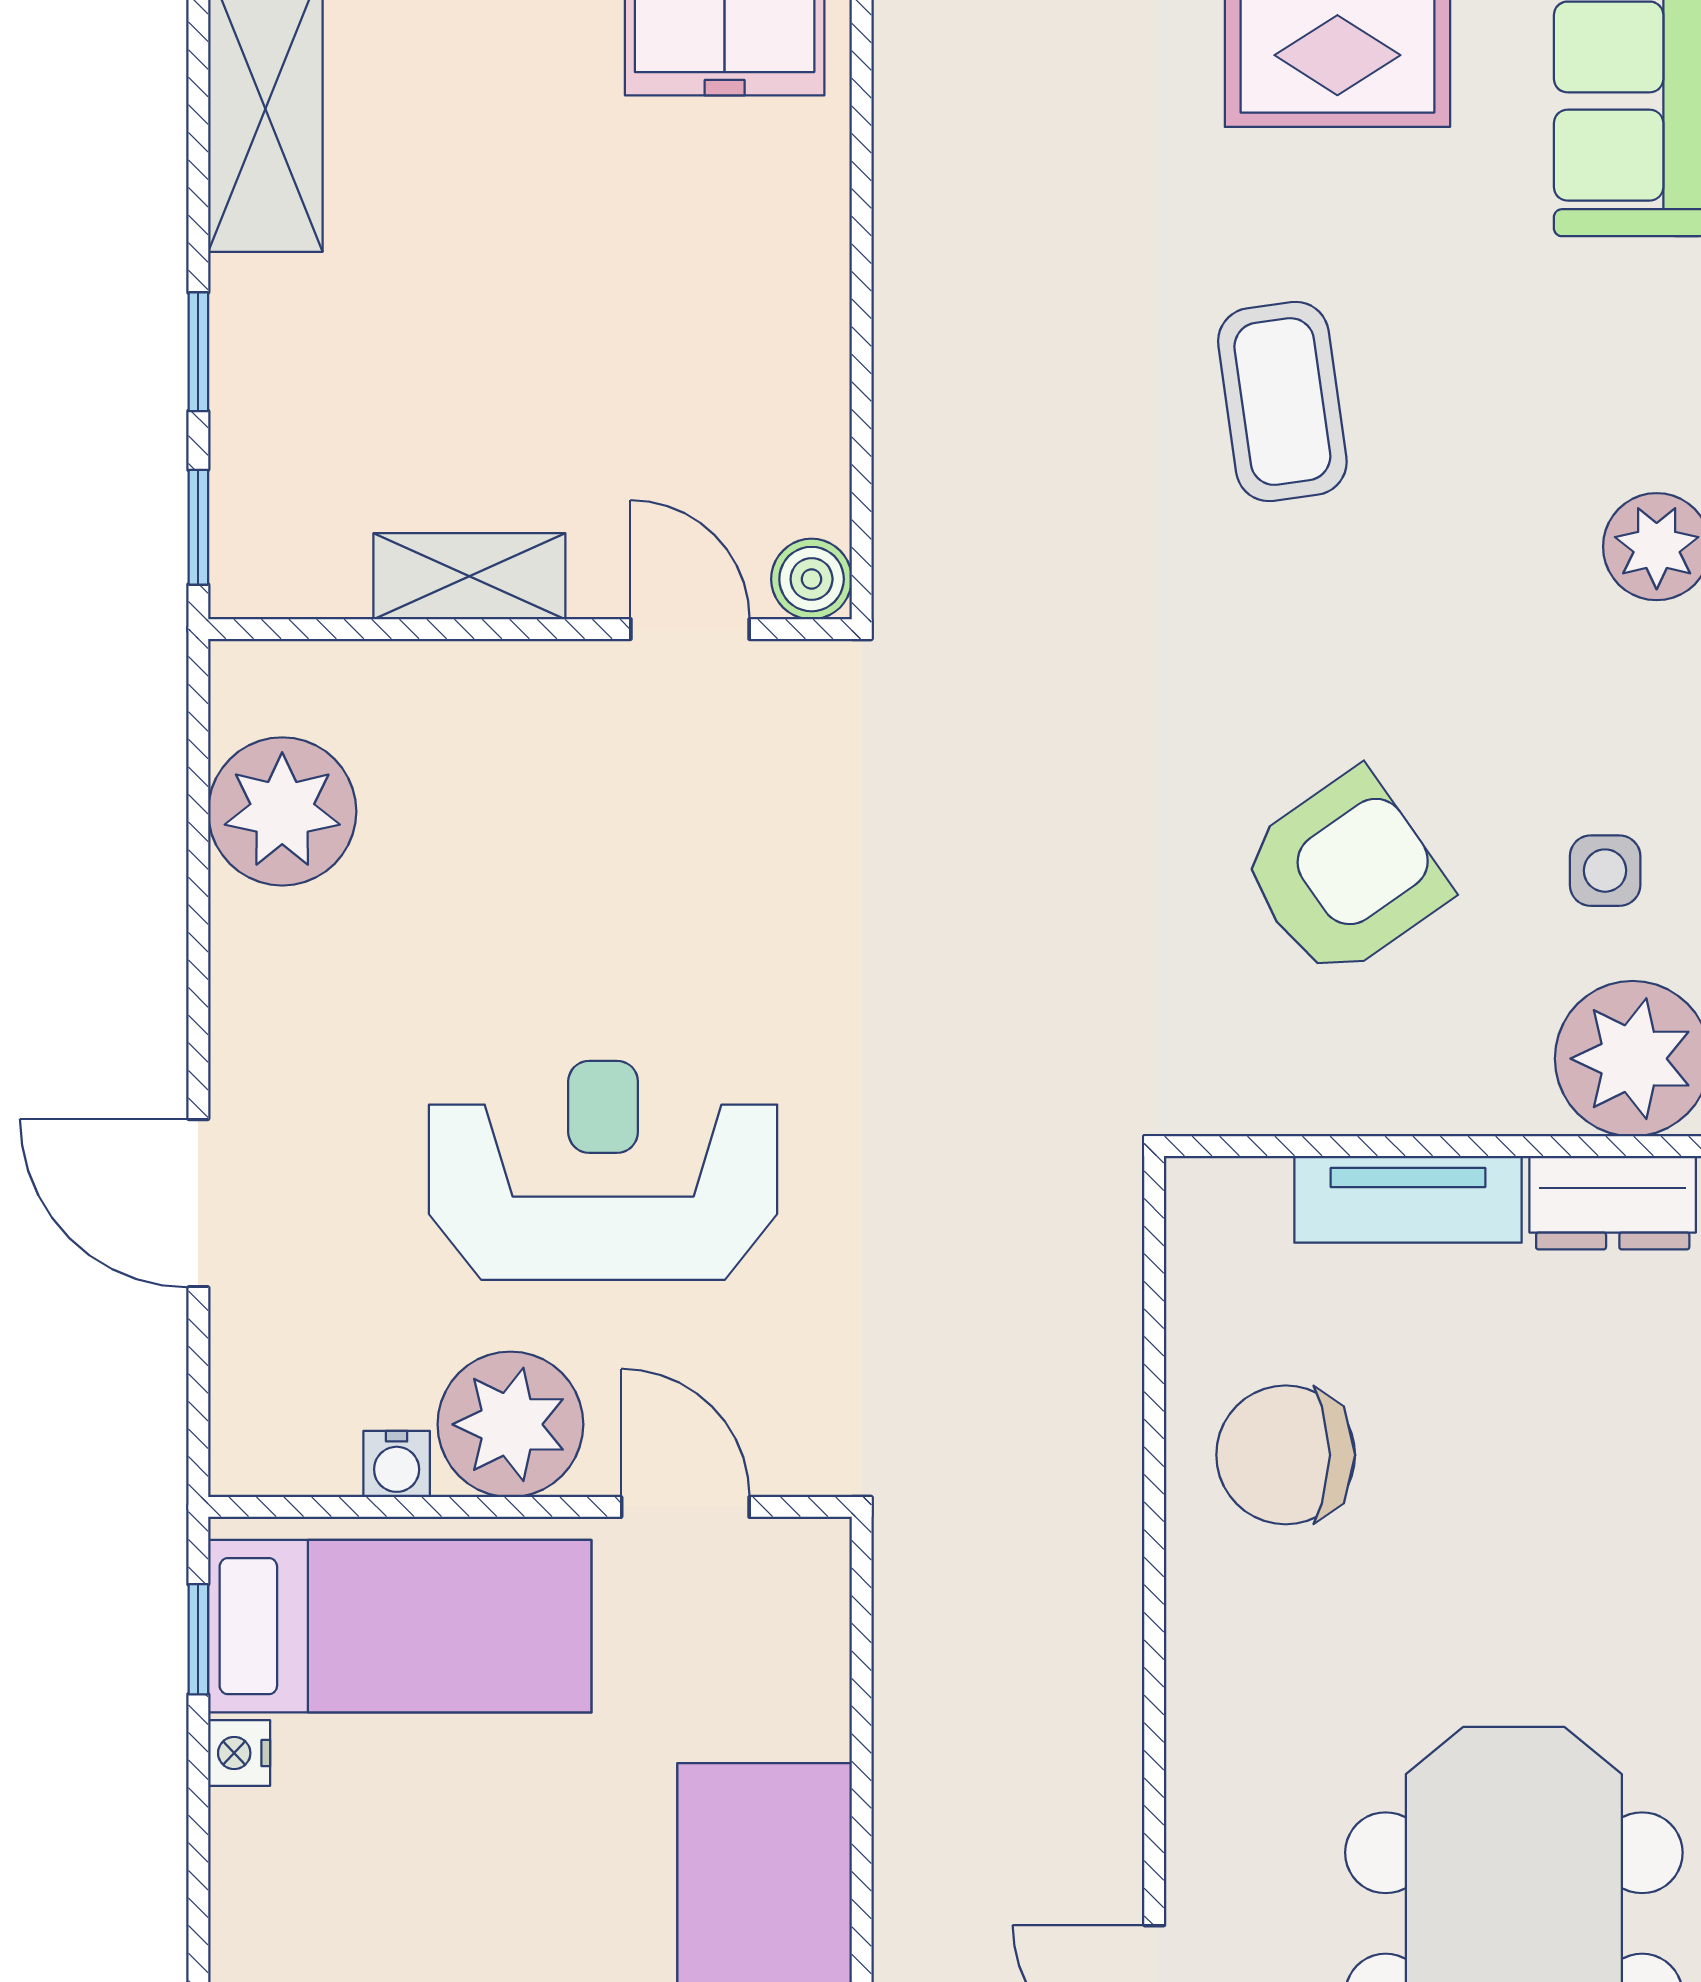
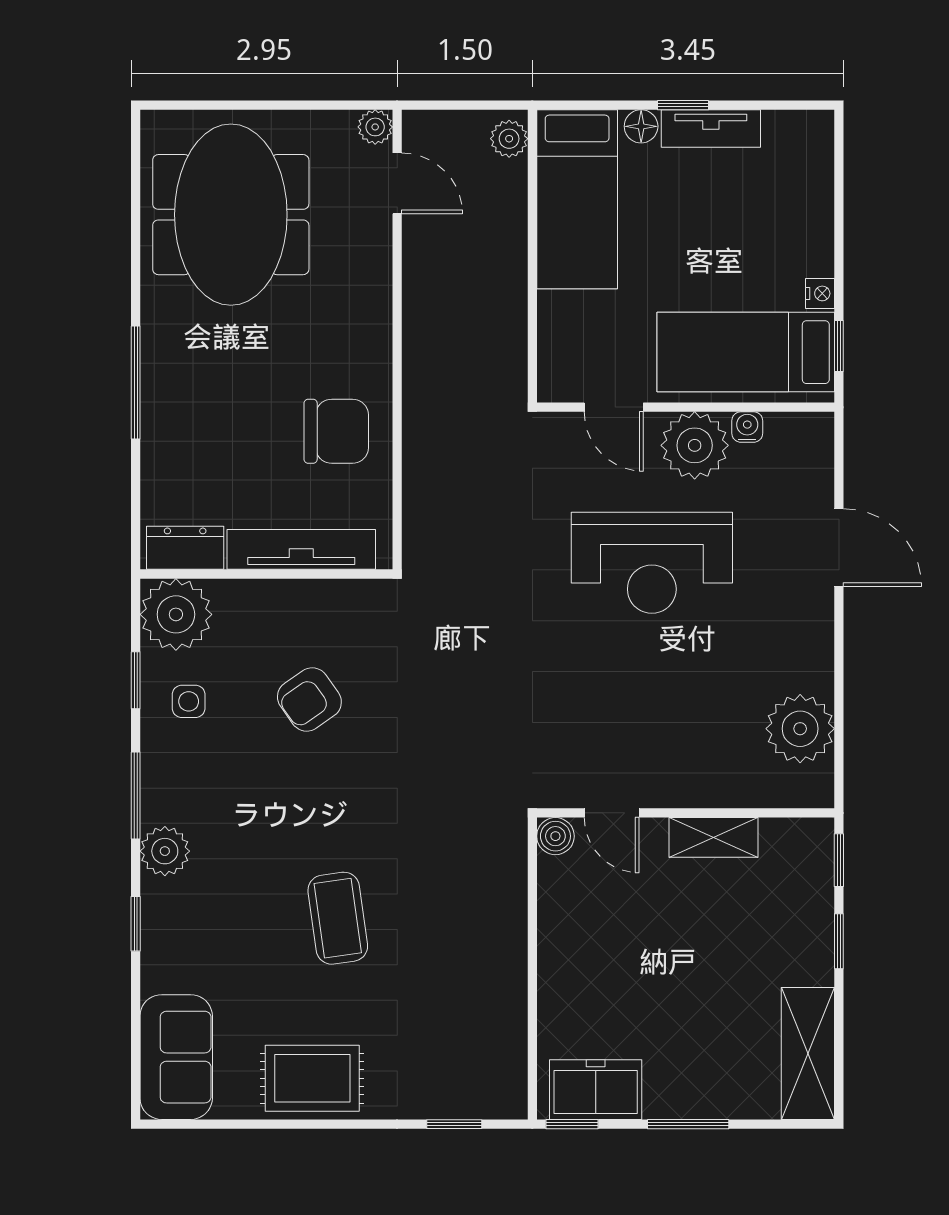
armchair: (1344, 875) -> (309, 699), width x0.72, depth x0.72
tv unit: (1408, 1199) -> (301, 549), width x1.41

